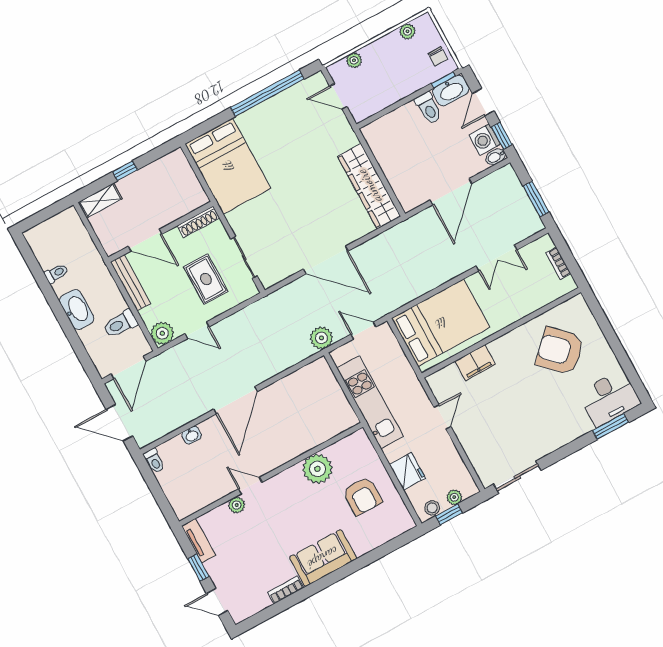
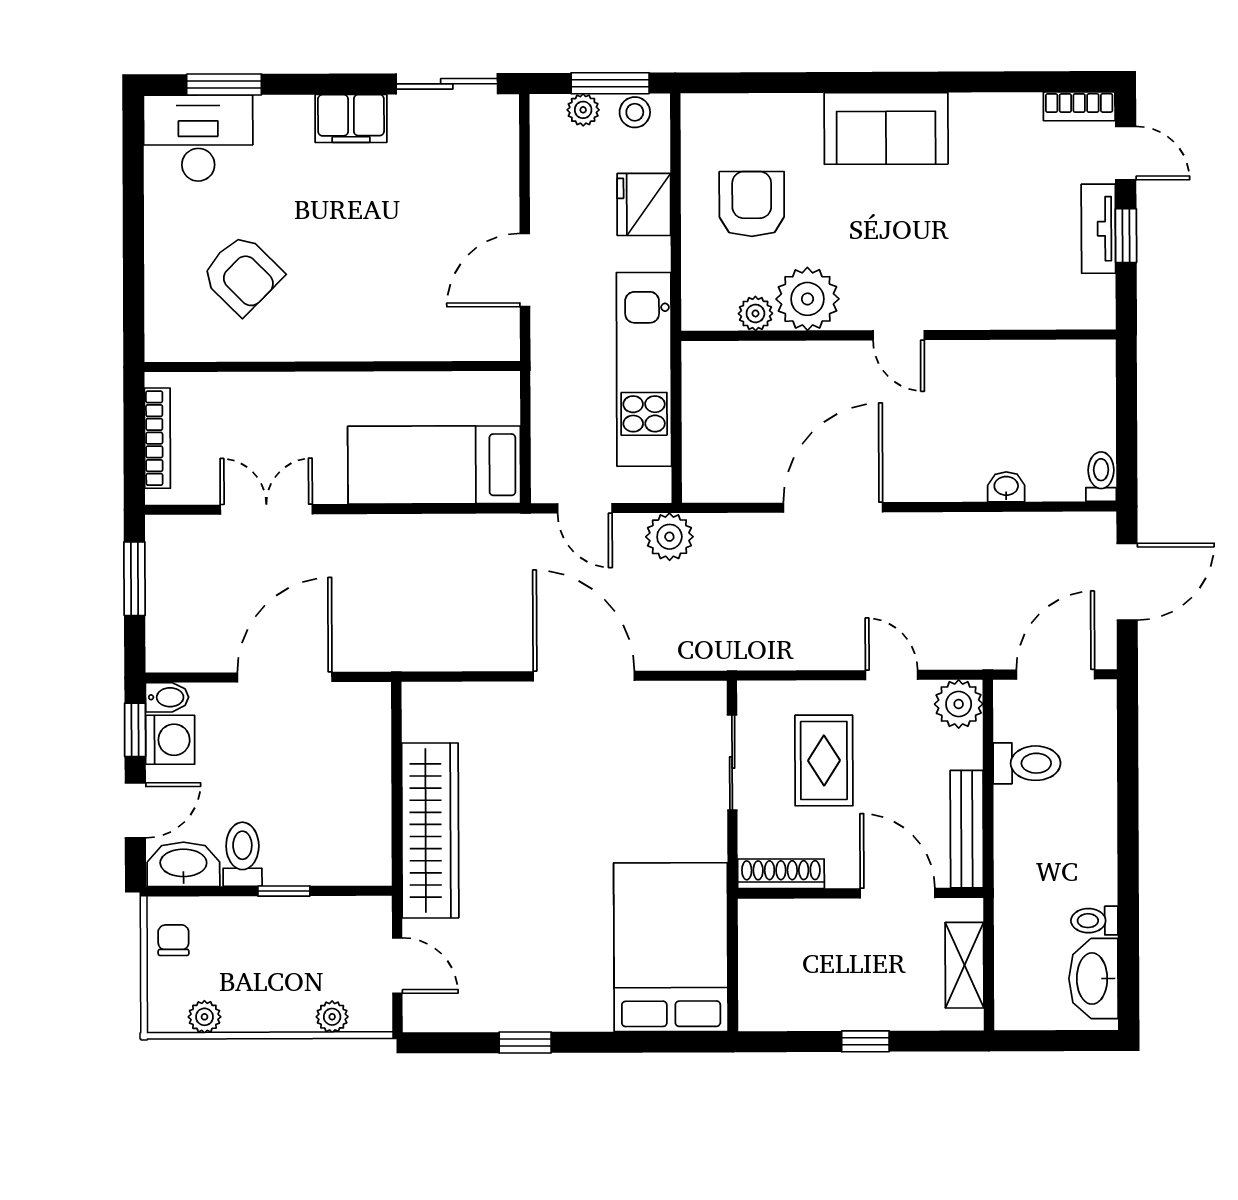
window: (443, 80) -> (284, 891), moved
window: (267, 93) -> (525, 1043), width x0.32
wardrobe: (369, 186) -> (430, 830), moved
shelving: (100, 201) -> (964, 965), moved, turned 90
bookcase: (558, 263) -> (157, 438), width x1.56
washbasin: (77, 310) -> (1093, 979), moved
bed: (441, 323) -> (434, 465), width x0.67
armchair: (560, 351) -> (242, 275), width x0.73, depth x0.73
filing cabinet: (475, 363) -> (351, 119), moved, turned 180
door: (235, 400) -> (833, 507), moved
door: (442, 417) -> (525, 270), width x1.38
door: (119, 423) -> (1127, 582), hinge flipped
door: (250, 486) -> (899, 335), moved
plant: (237, 505) -> (755, 313), moved
window: (449, 514) -> (610, 83), width x1.50
tv unit: (199, 541) -> (1098, 229), moved
bookcase: (286, 590) -> (1079, 106), moved

